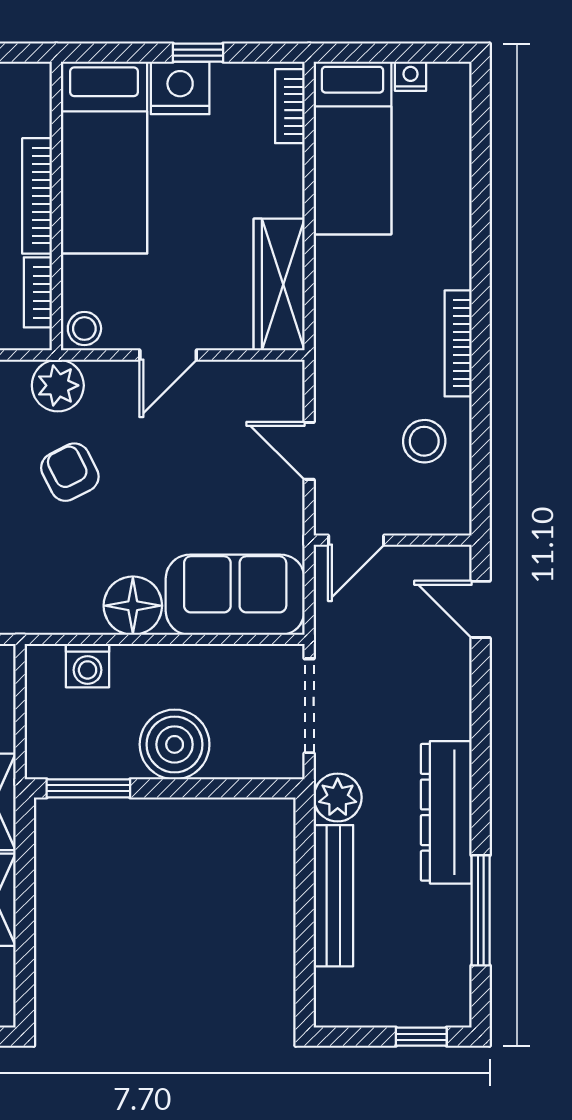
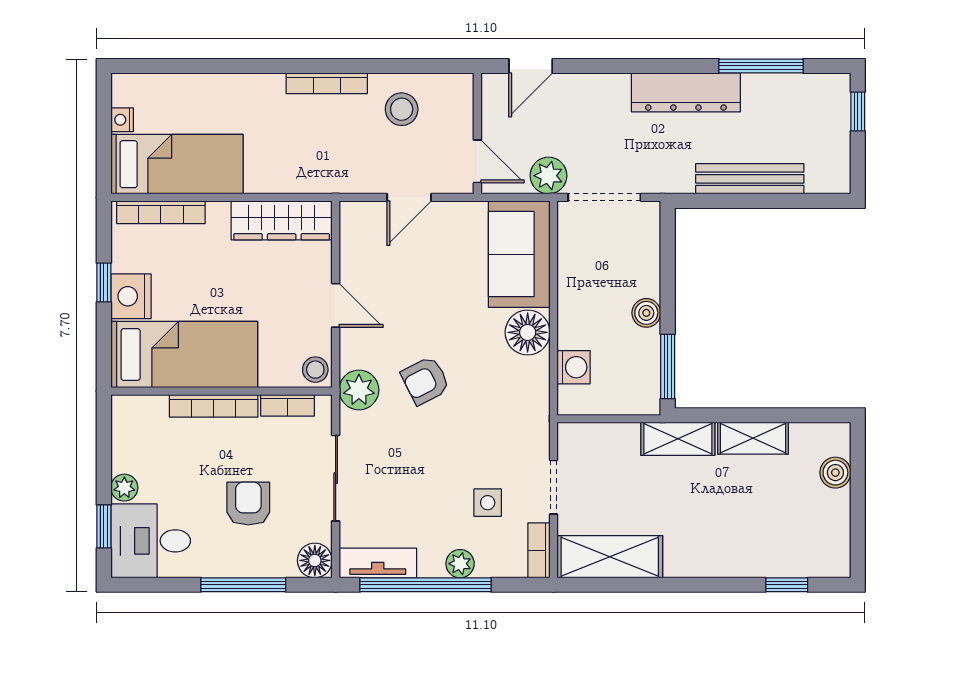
bookcase: (290, 106) -> (161, 212), width x1.56
boiler: (175, 744) -> (646, 313), width x0.54, depth x0.54
plant: (338, 797) -> (548, 176), moved

